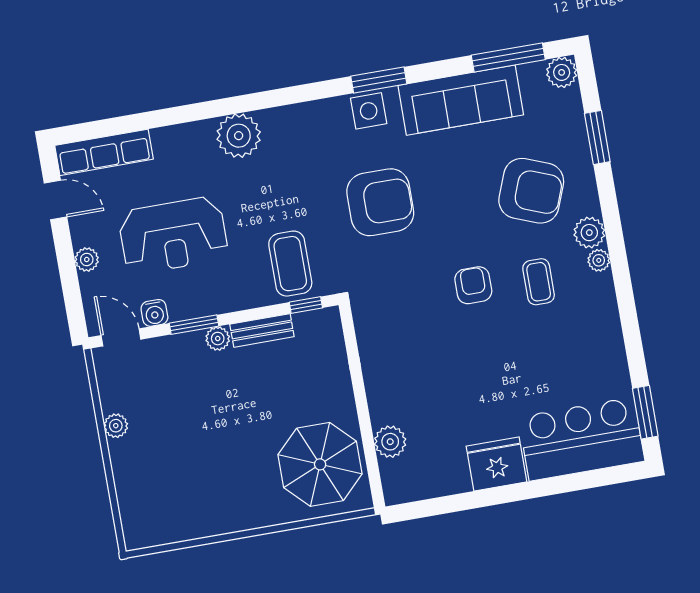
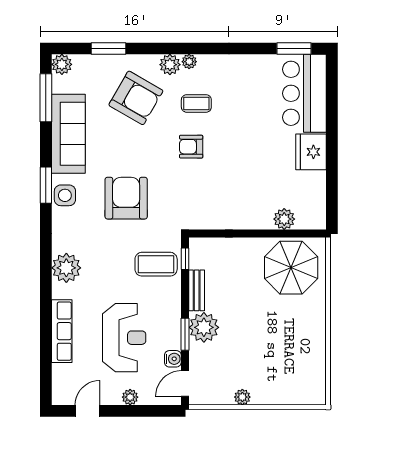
plant: (239, 136) -> (66, 268), moved
row of seats: (104, 152) -> (62, 331), moved
armchair: (531, 191) -> (136, 98), turned 99
plant: (218, 339) -> (204, 327), width x1.88, depth x1.88

